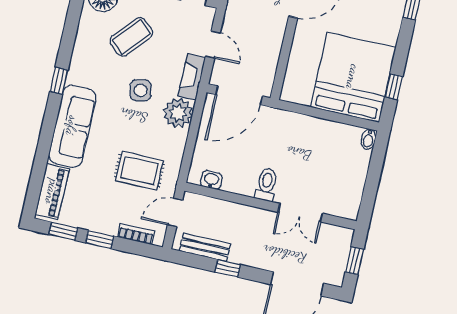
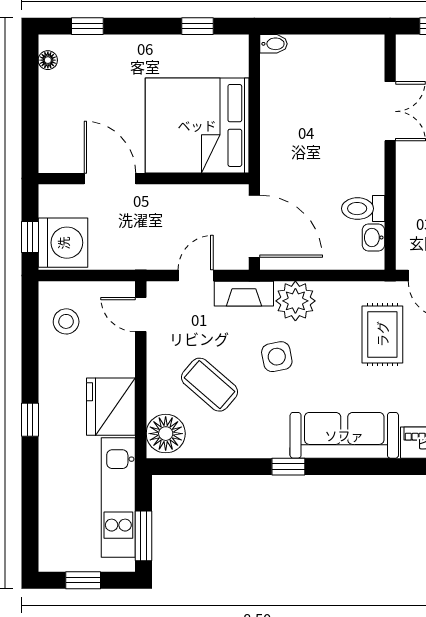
bed: (353, 77) -> (197, 125), moved
toilet: (266, 185) -> (363, 209), moved

